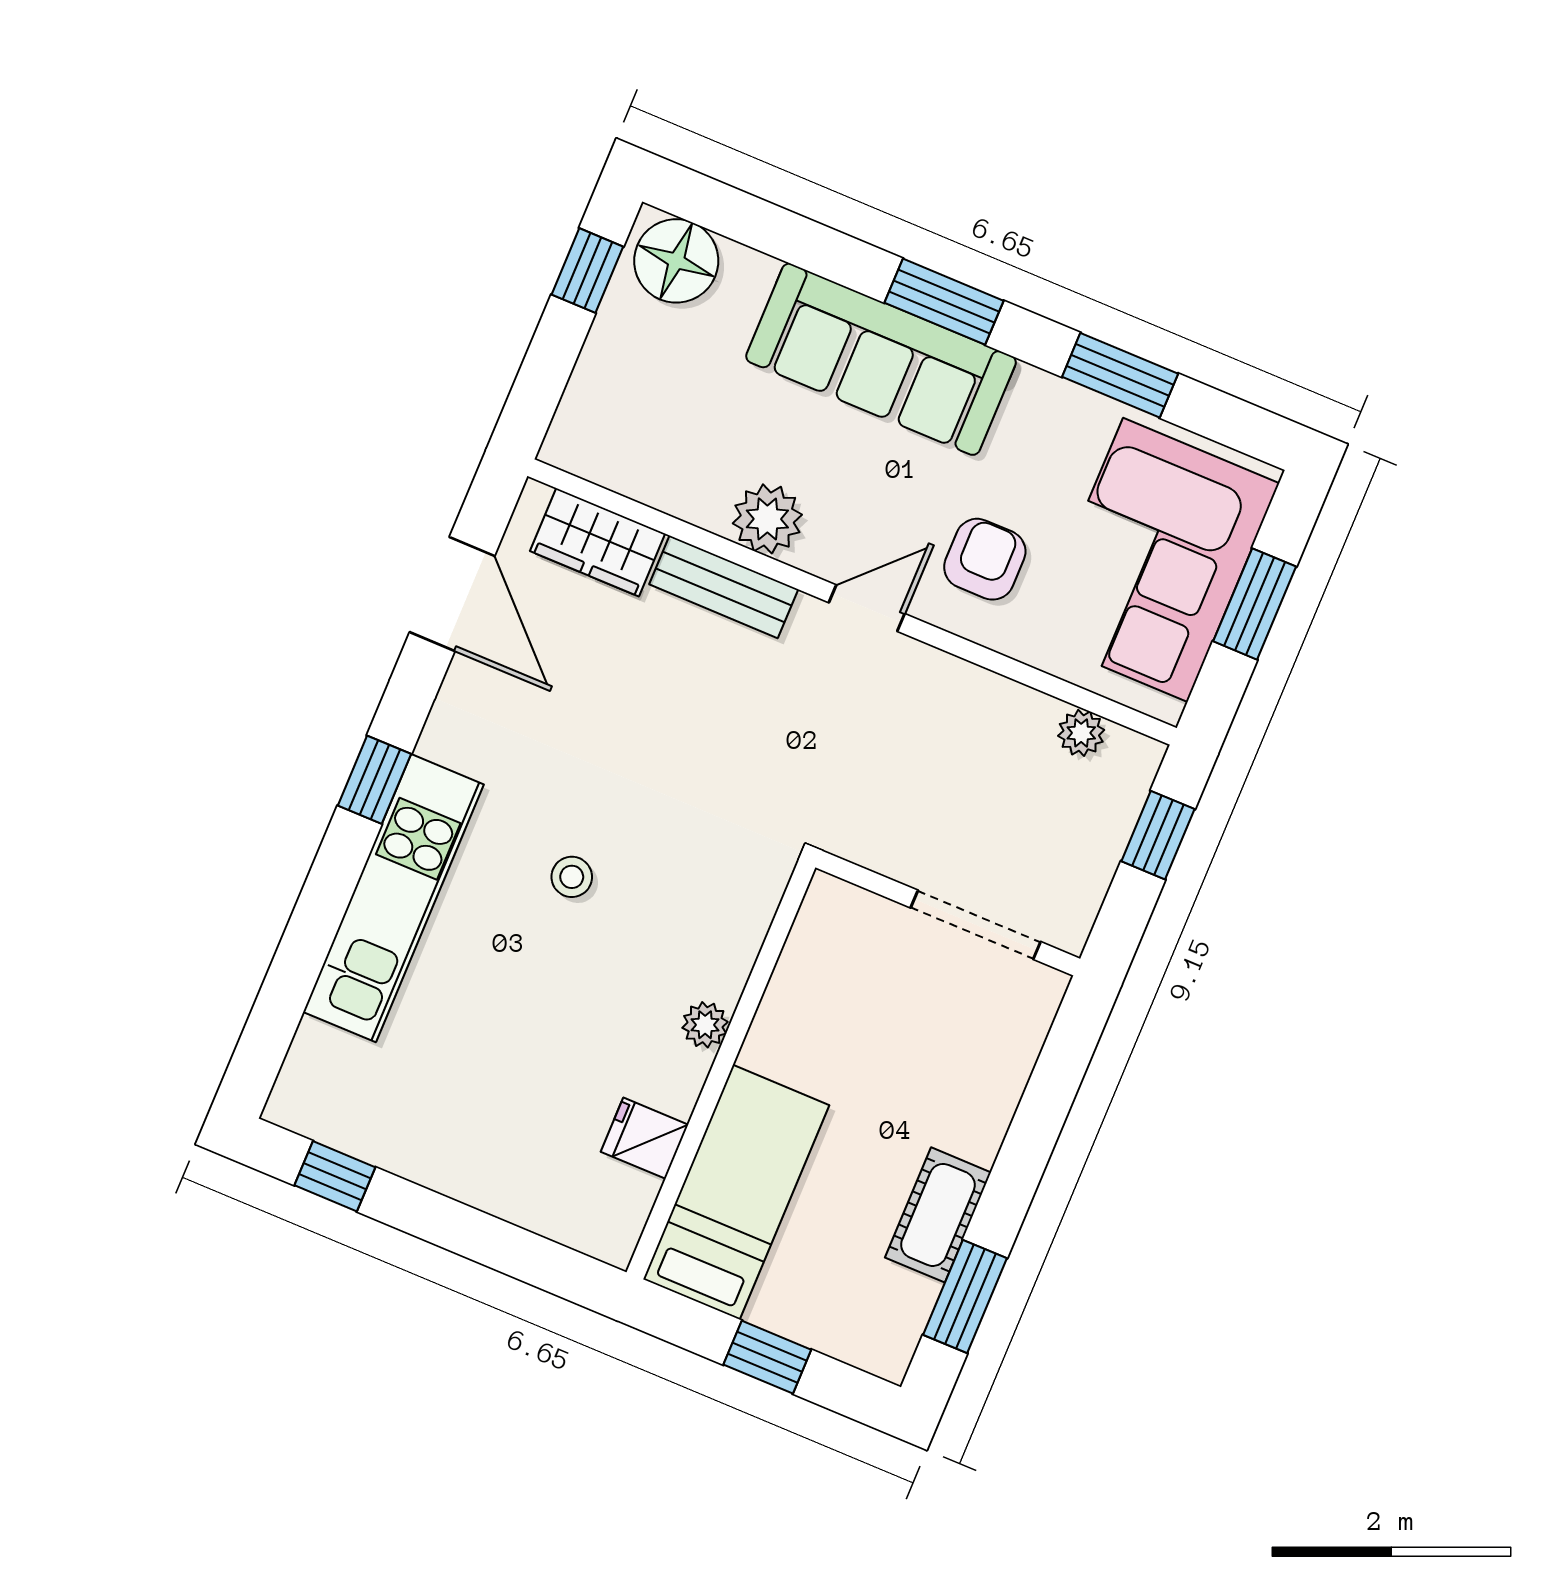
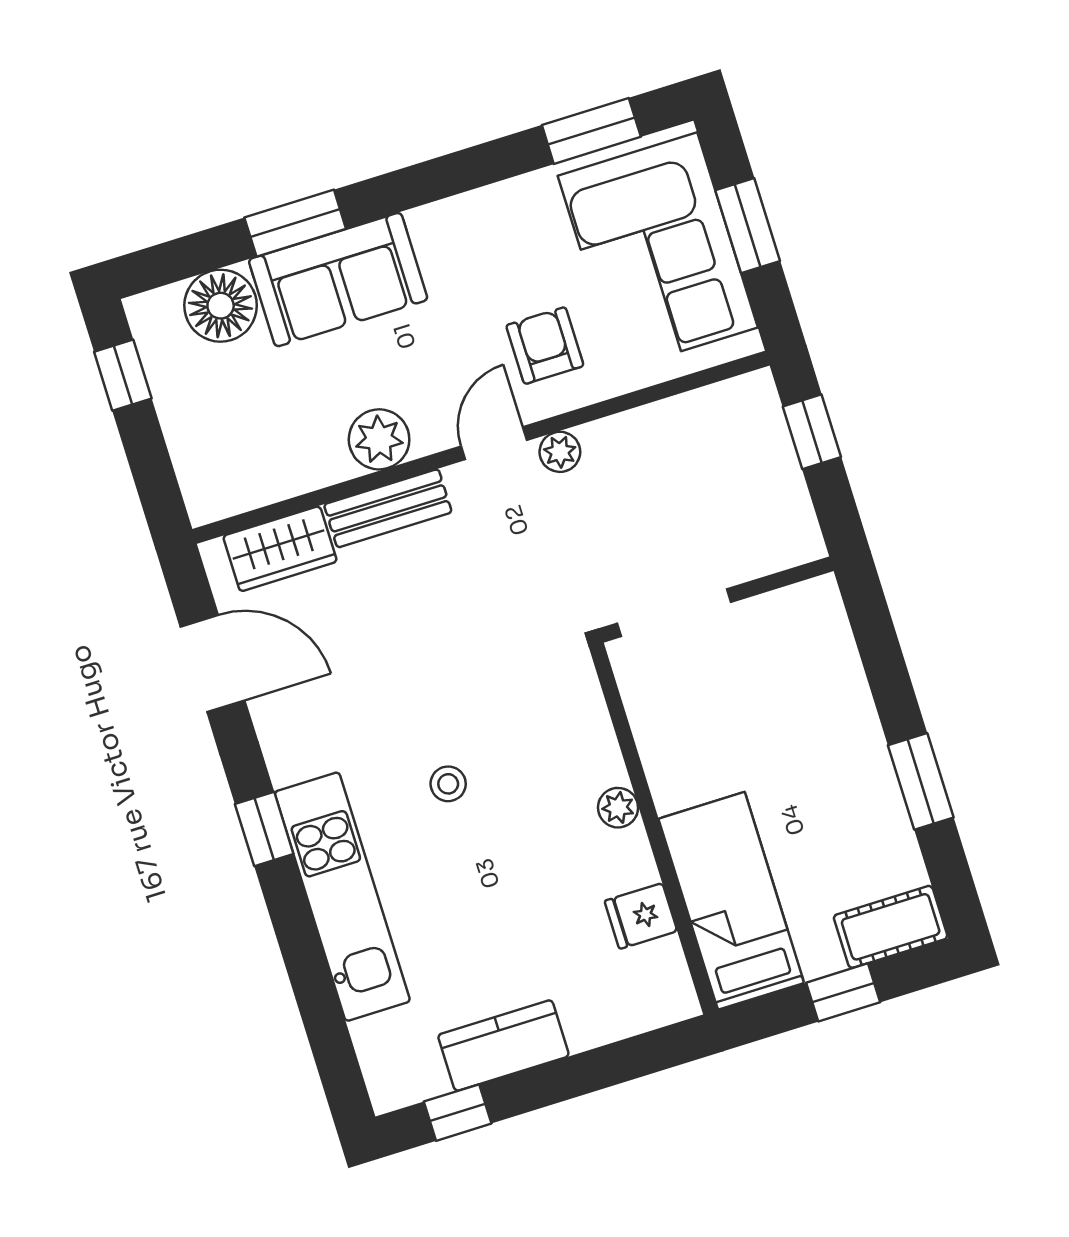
floor lamp: (676, 261) -> (221, 306), moved
window: (944, 302) -> (295, 223), moved
sofa: (881, 359) -> (338, 280), width x0.73
window: (1120, 375) -> (591, 131), moved
plant: (1081, 733) -> (560, 452), moved
doorway: (976, 925) -> (674, 613), moved
kitchen counter: (426, 1151) -> (503, 1045), added
cot: (938, 1215) -> (891, 927), moved, turned 90
window: (965, 1297) -> (921, 781), moved

